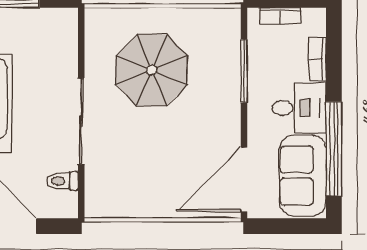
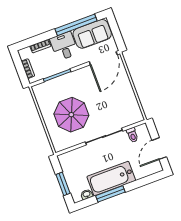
door: (244, 180) -> (103, 58), hinge flipped

